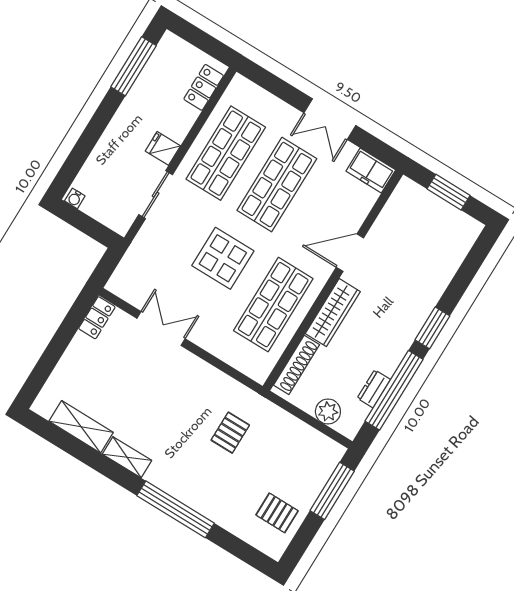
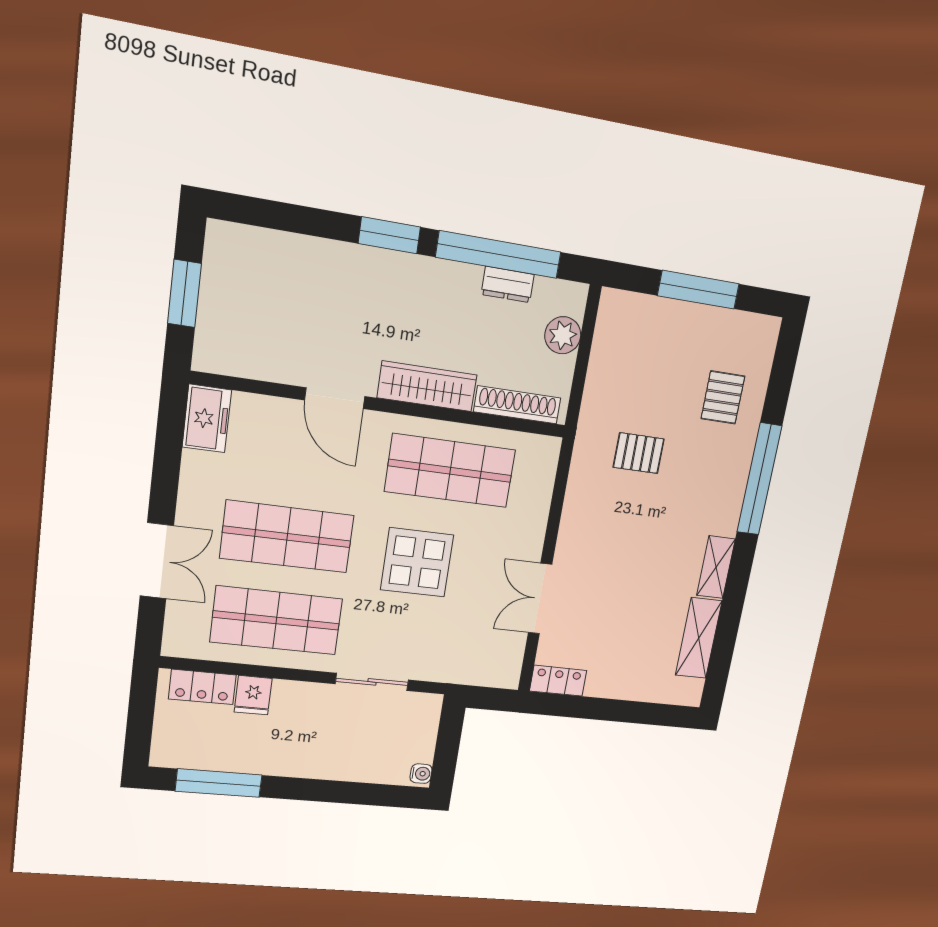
double door: (330, 119) -> (157, 561), moved
fridge: (163, 148) -> (253, 695), moved
window: (332, 491) -> (698, 290), moved
pallet: (277, 513) -> (723, 397), moved

